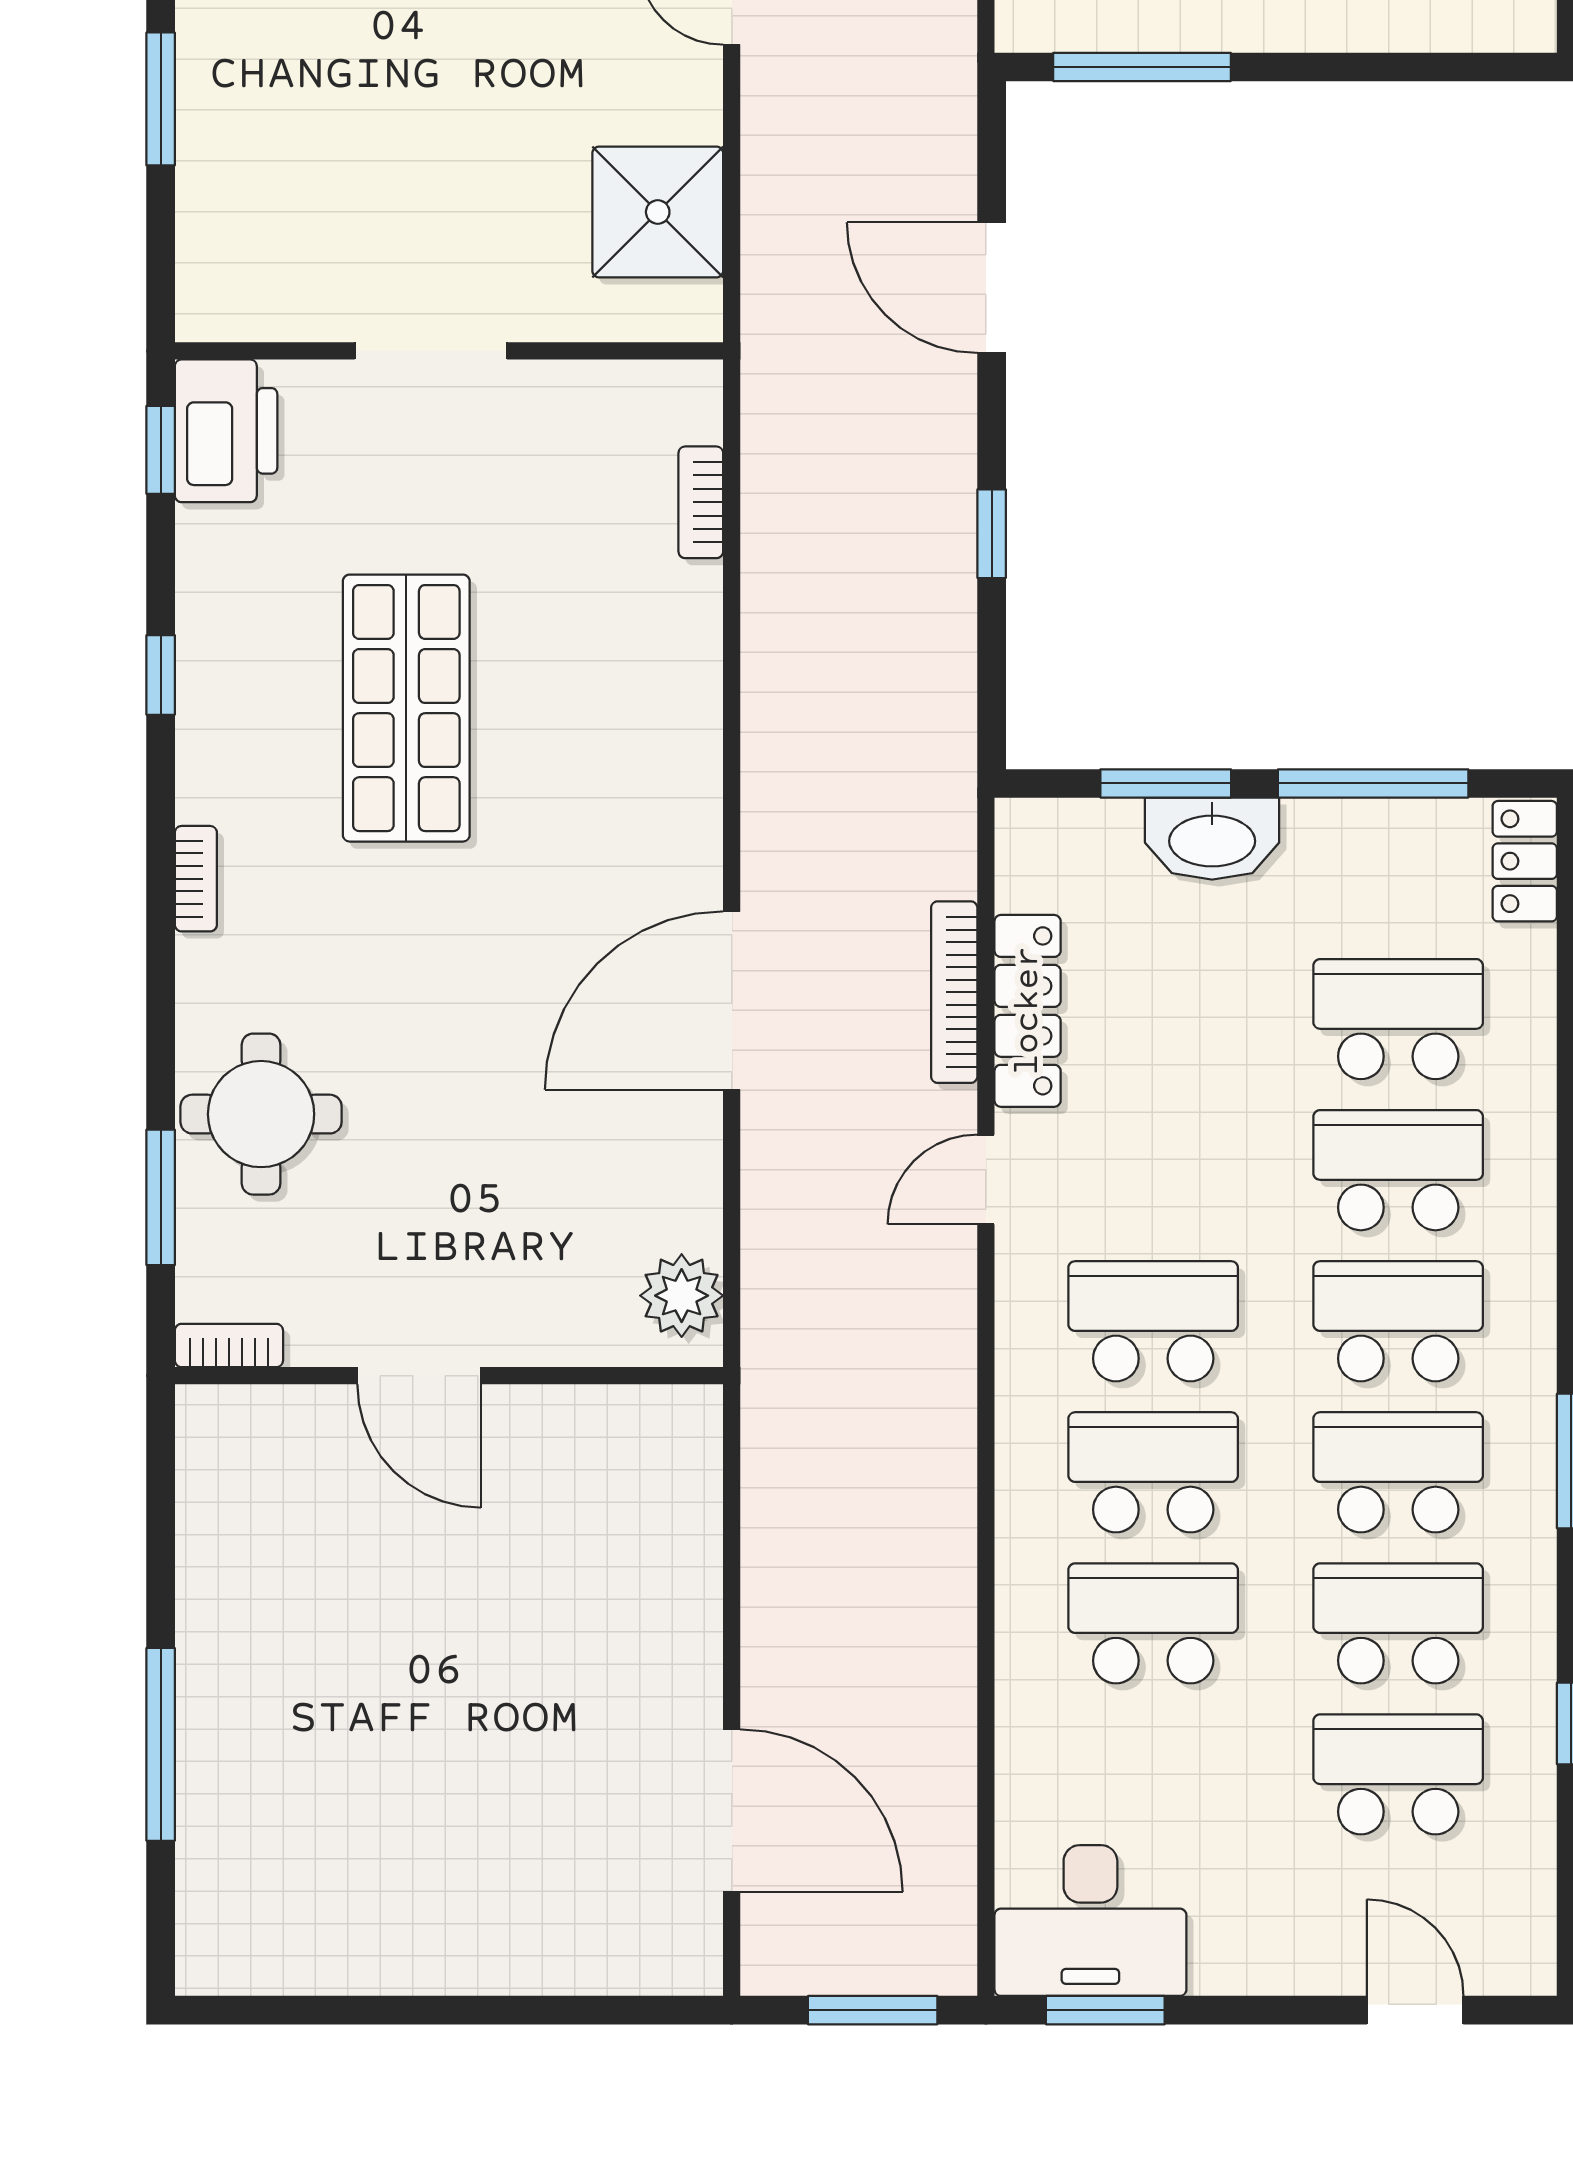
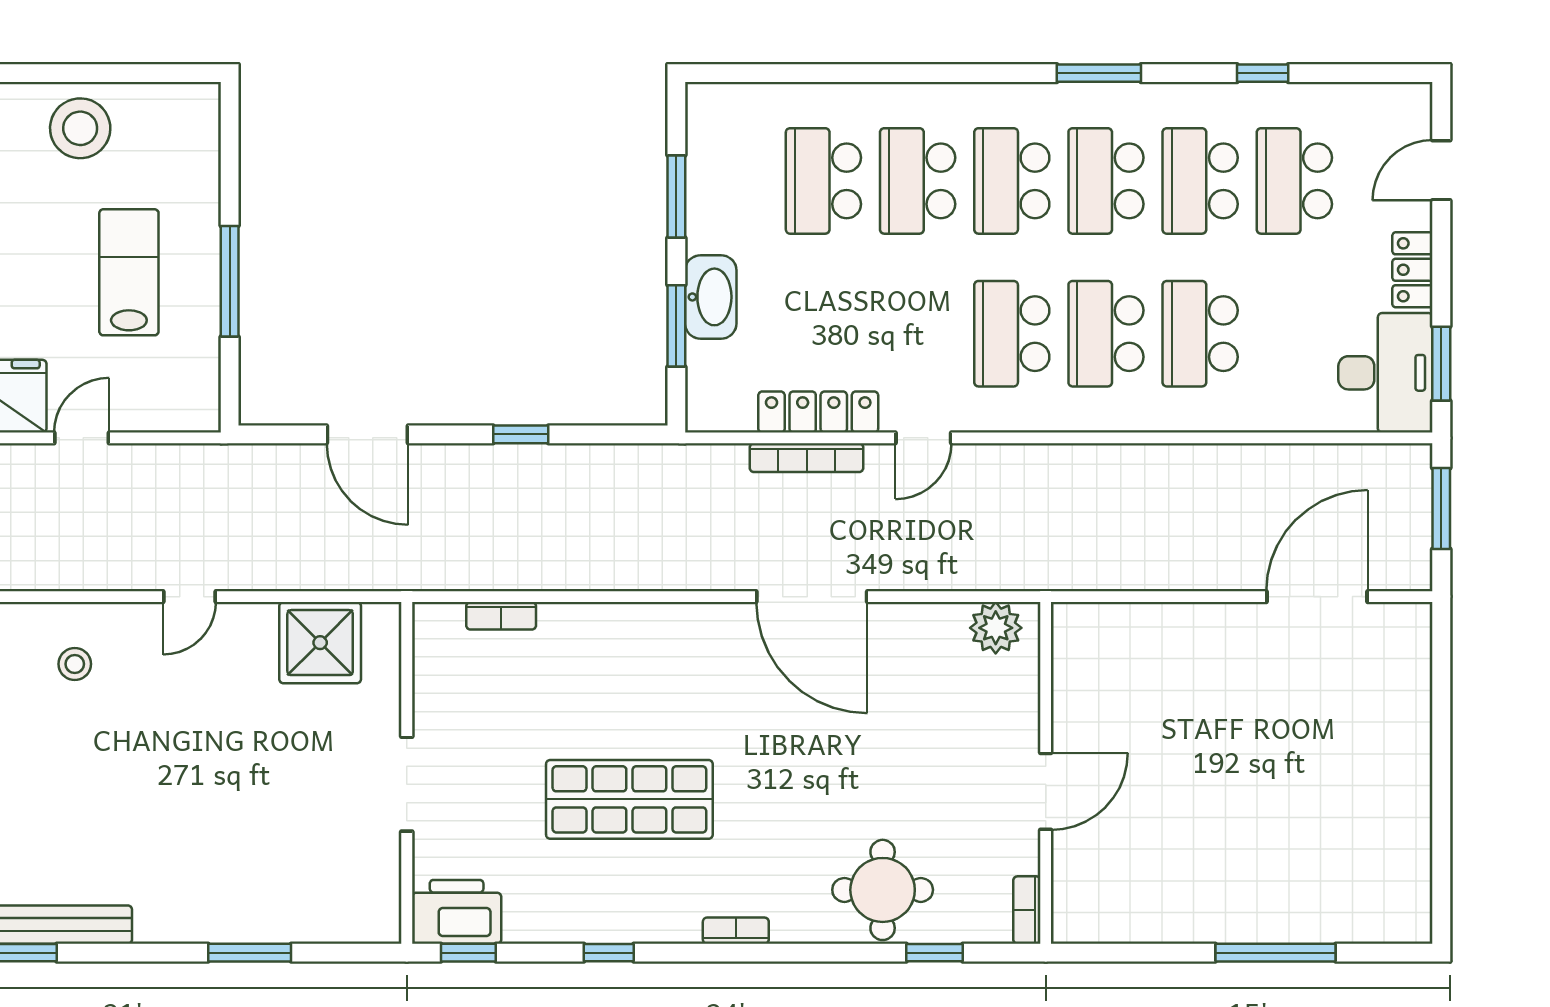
window: (1142, 67) -> (230, 281), moved
door: (992, 288) -> (367, 434), hinge flipped
window: (1373, 783) -> (676, 197), width x0.69
locker: (1525, 861) -> (1412, 270), moved, turned 90
door: (986, 1179) -> (923, 438), hinge flipped
window: (161, 1197) -> (935, 953), width x0.67

